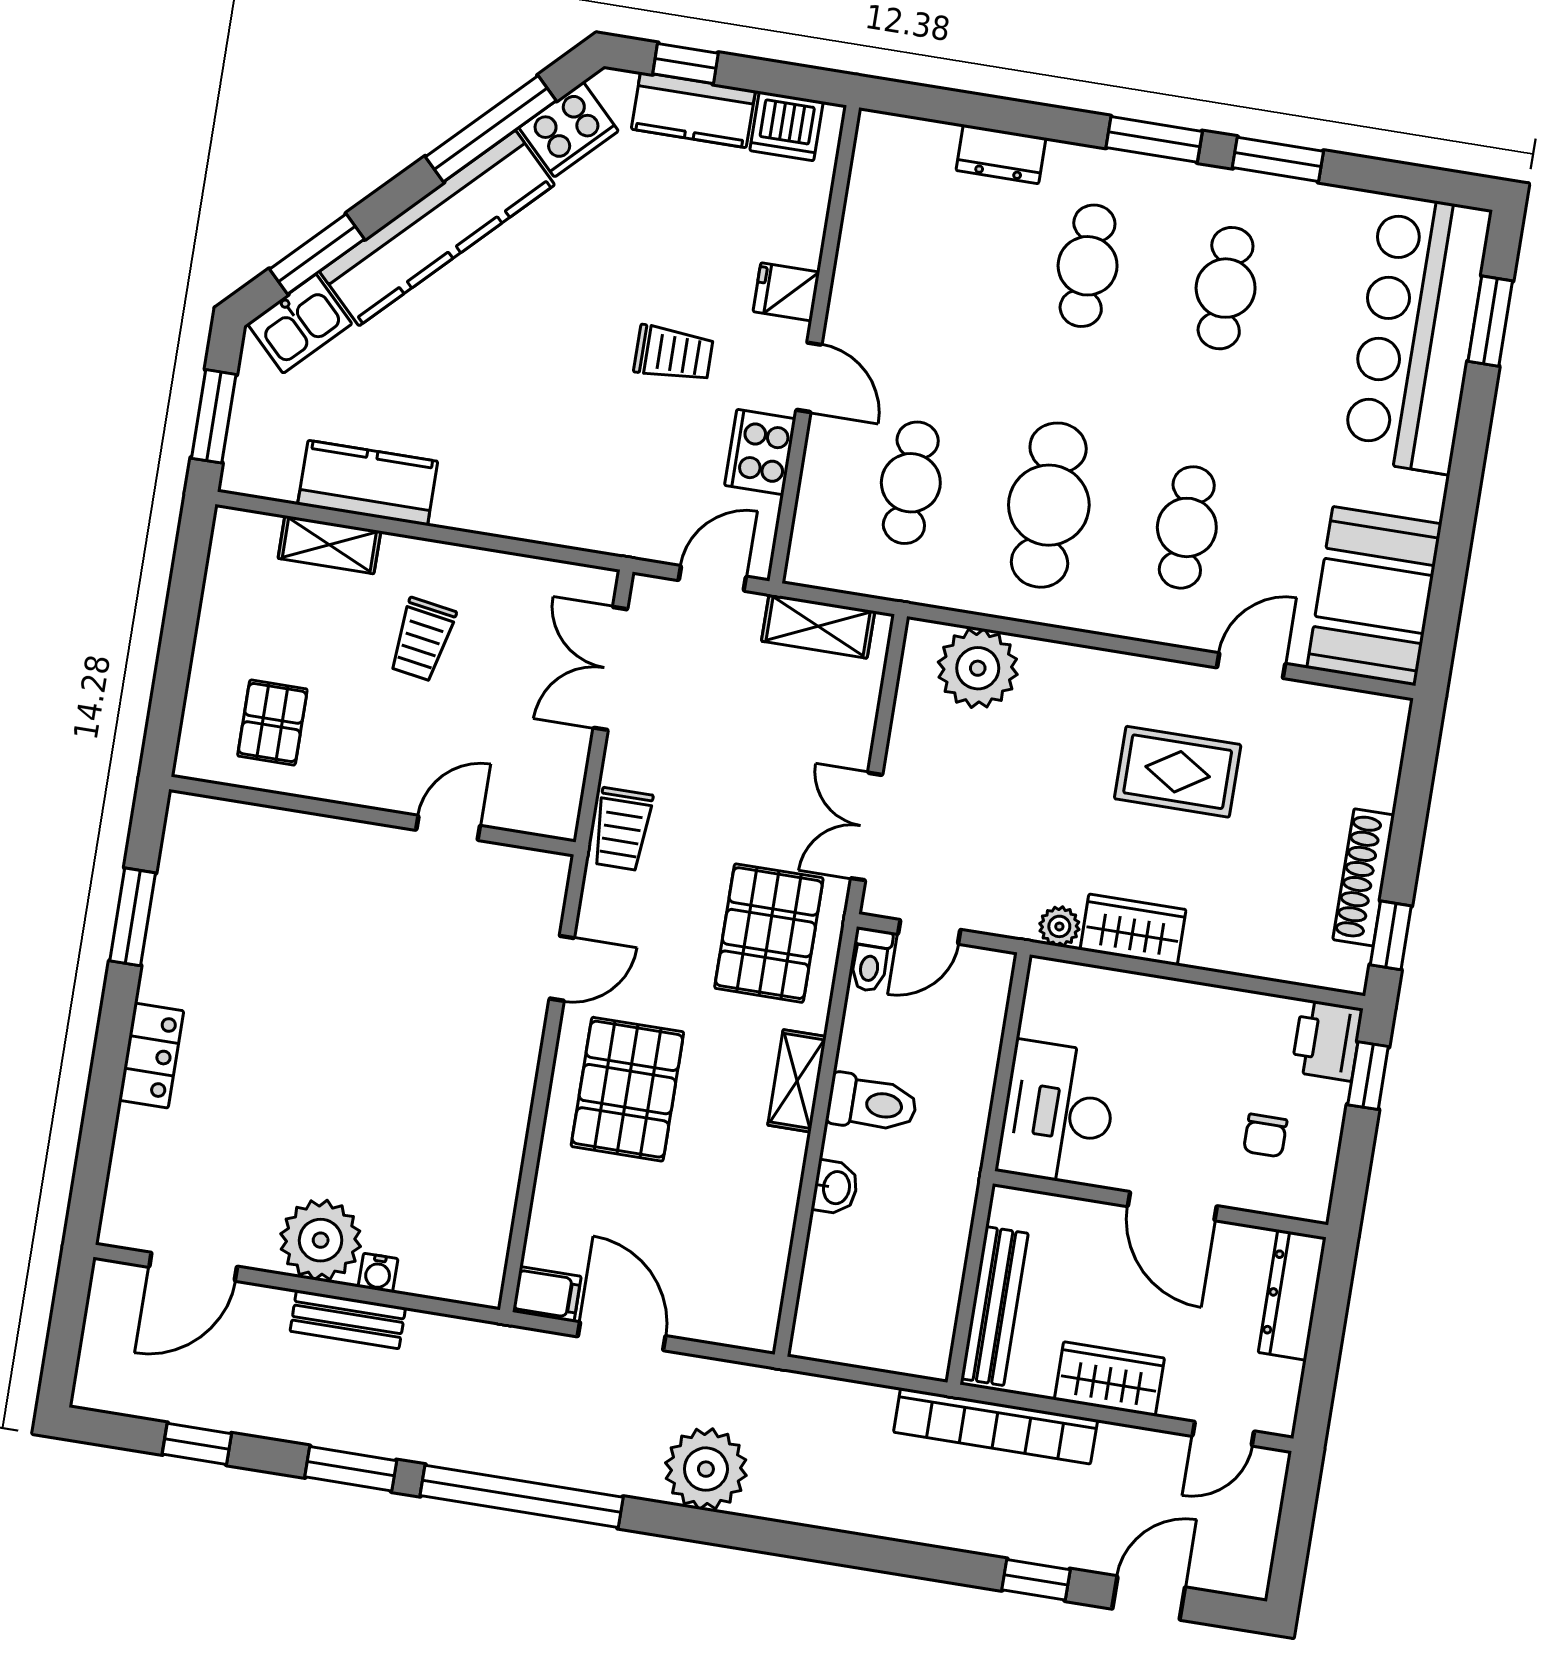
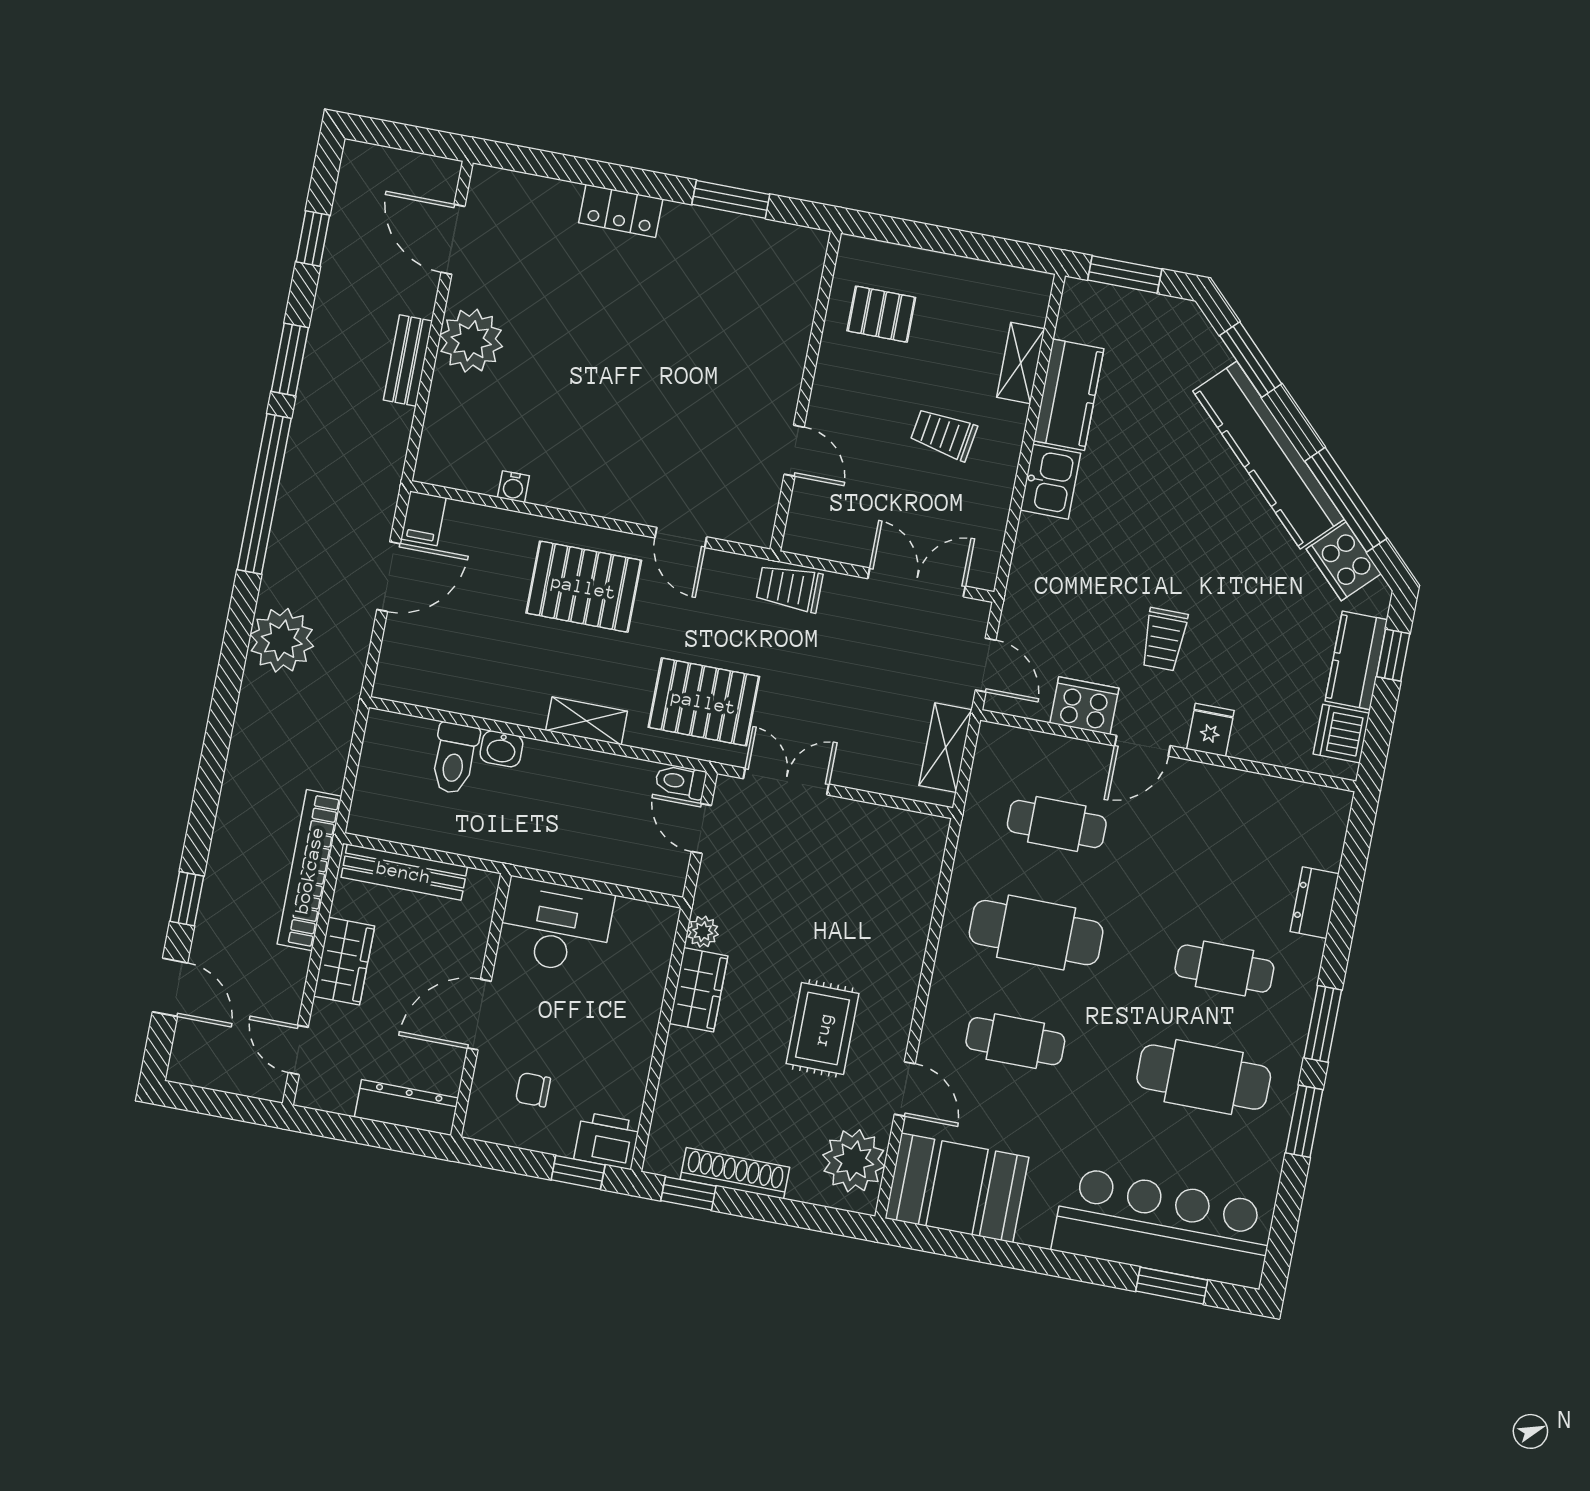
cafe table: (1226, 288) -> (1204, 1077), width x1.37, depth x1.35
kitchen sink: (300, 324) -> (1050, 482), moved, turned -135
plant: (978, 668) -> (854, 1161), moved
toilet: (872, 1104) -> (455, 758), moved
water cooler: (378, 1273) -> (513, 487), moved, turned -90

